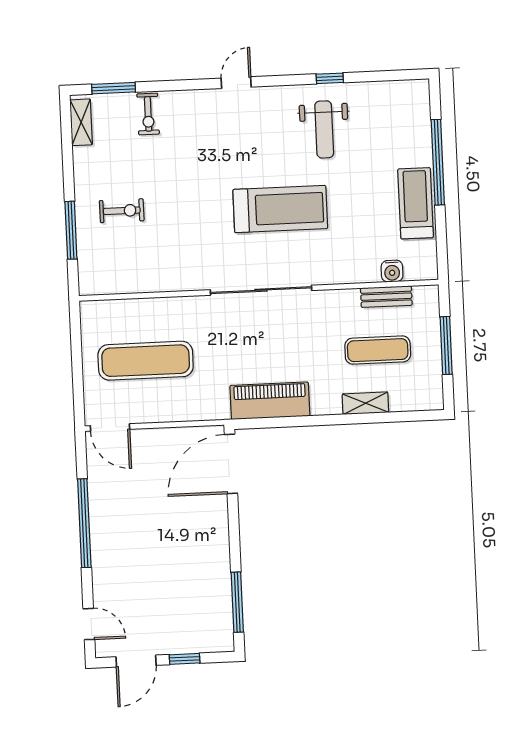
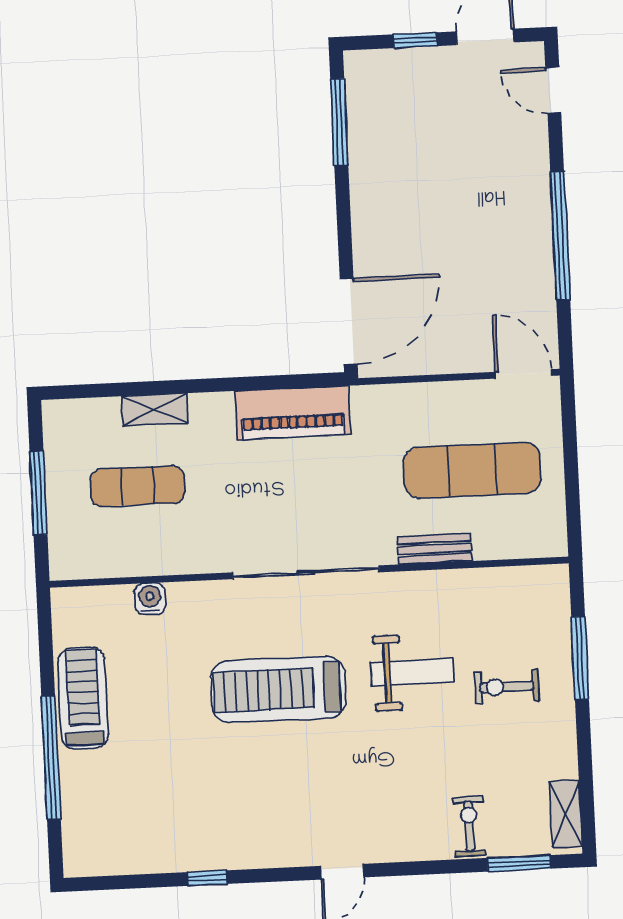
weight bench: (324, 129) -> (412, 672), moved, turned 90
treadmill: (416, 203) -> (83, 698), turned 180
water cooler: (392, 271) -> (150, 599), moved
bench: (386, 297) -> (434, 549), moved

